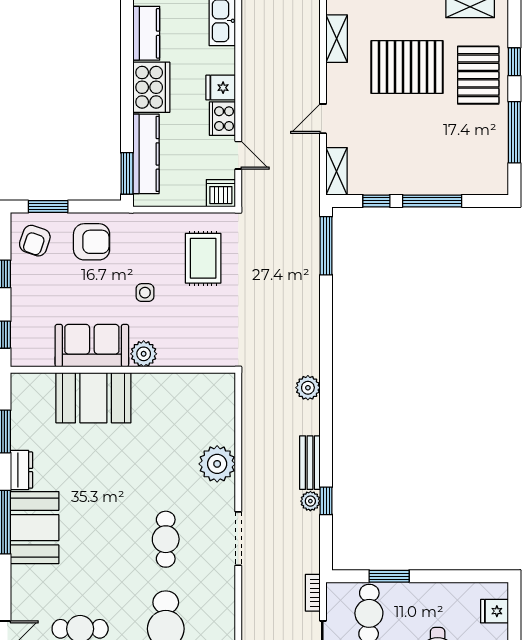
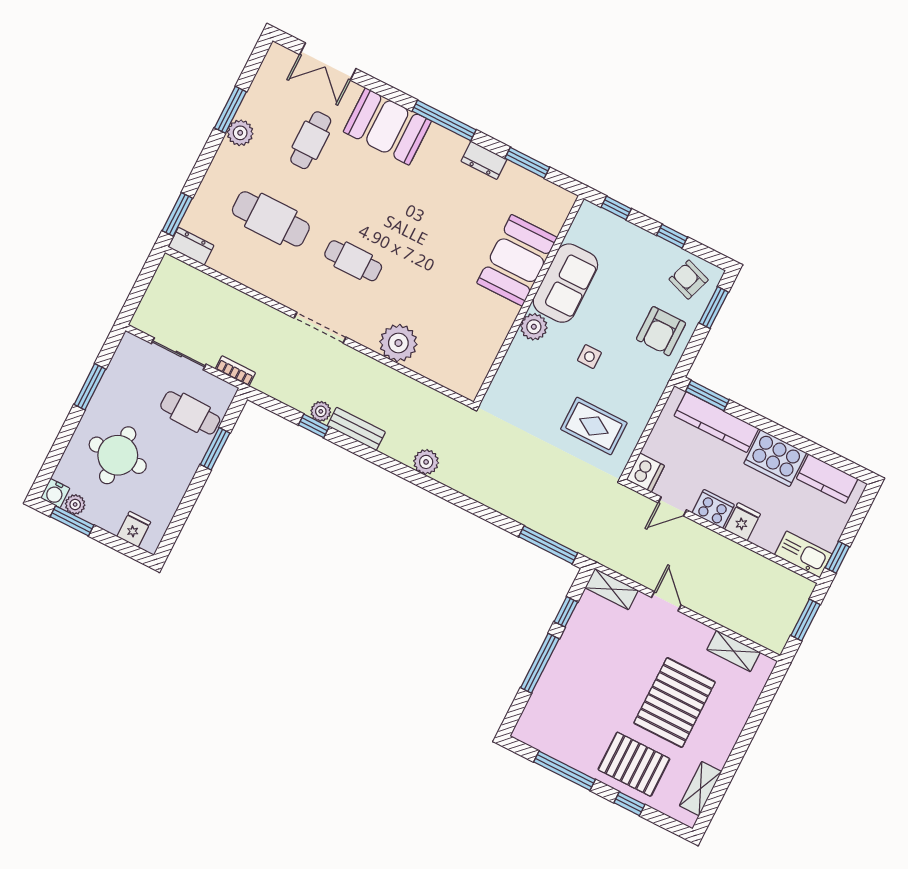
booth: (35, 528) -> (387, 126), moved

